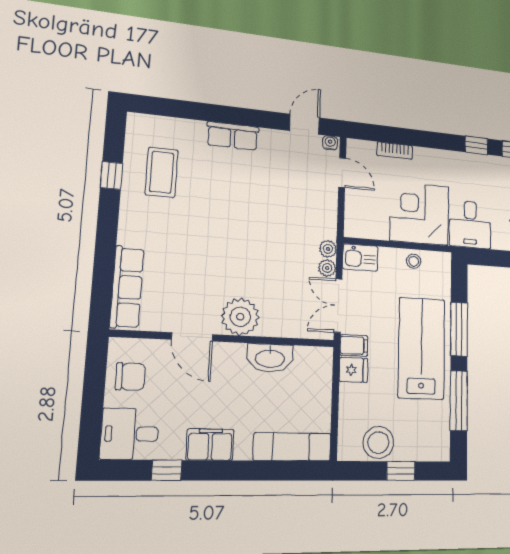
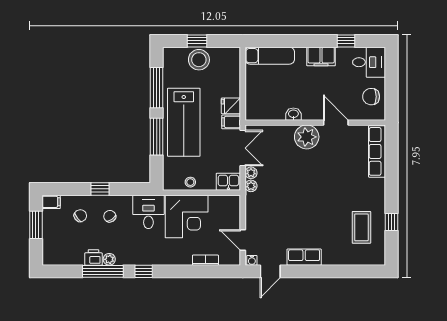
row of seats: (233, 136) -> (304, 257), moved
washbasin: (270, 358) -> (293, 114), width x0.52, depth x0.69
stool: (378, 442) -> (199, 60), moved

